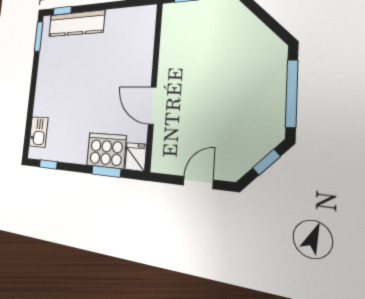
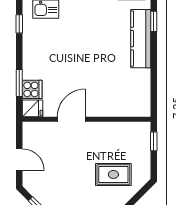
rug: (226, 48) -> (113, 174), added
cooker: (106, 151) -> (32, 89), width x0.53, depth x0.76

